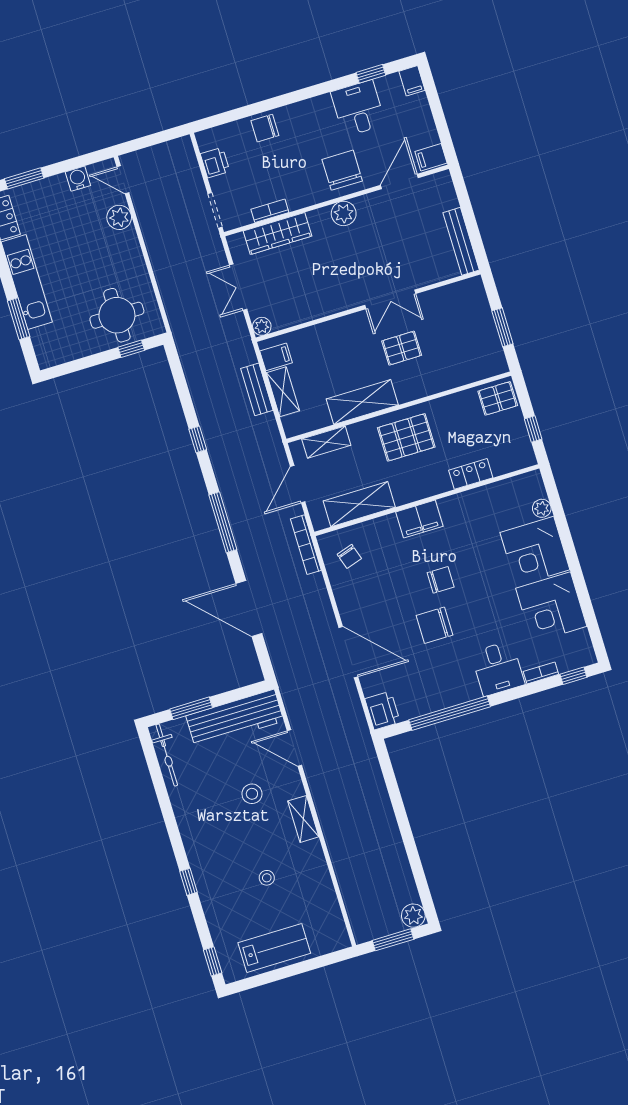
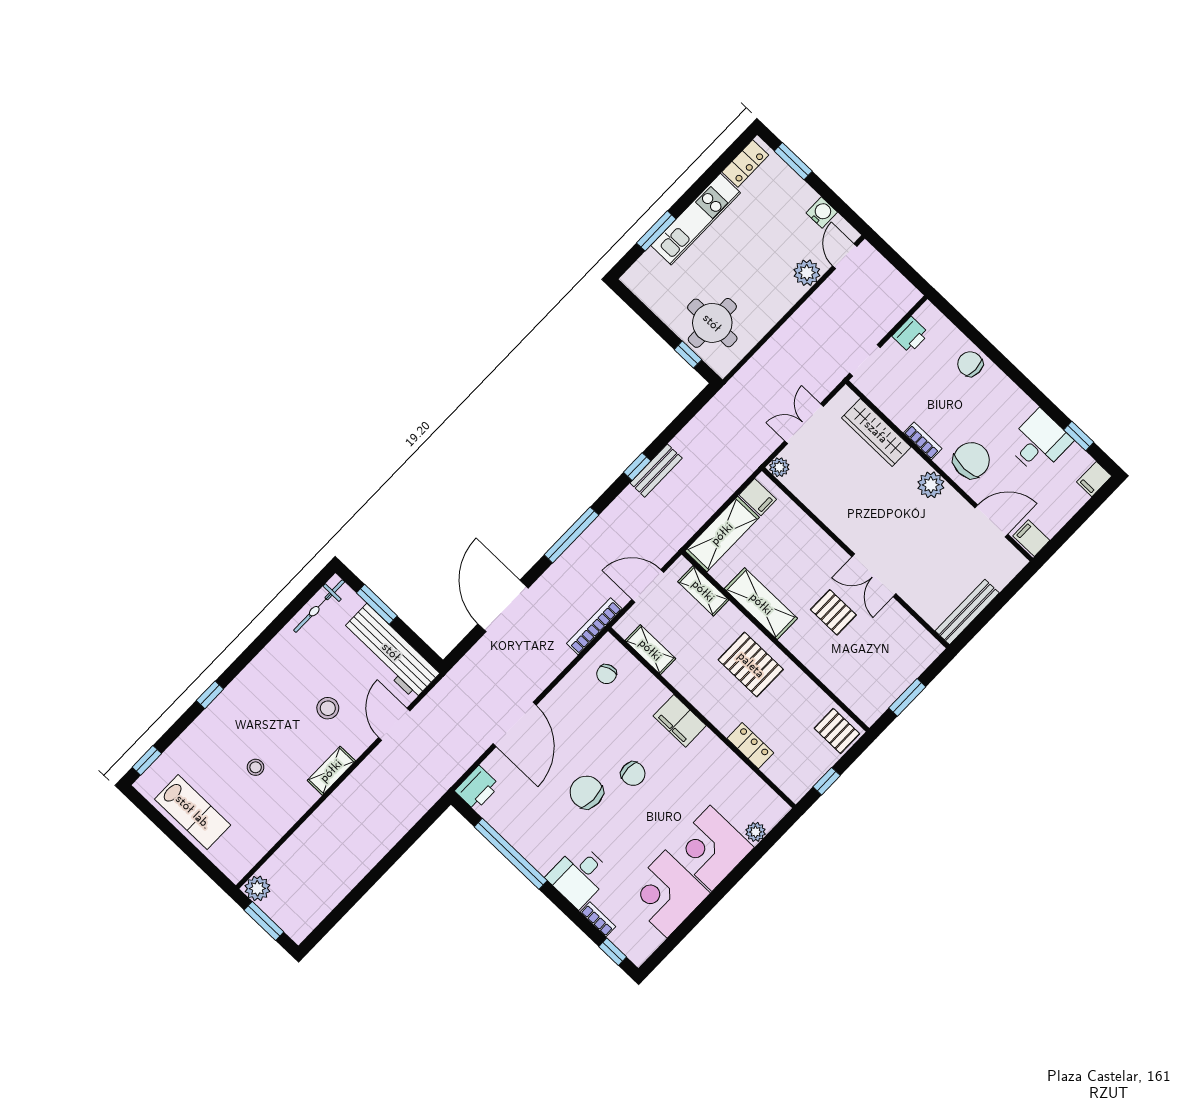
bookcase: (270, 211) -> (923, 441), moved
bench: (257, 389) -> (656, 471), moved
shelving: (283, 392) -> (722, 534), width x1.50, depth x1.33
shelving: (359, 504) -> (650, 650), width x0.67, depth x0.75
plant: (413, 916) -> (257, 888), moved

